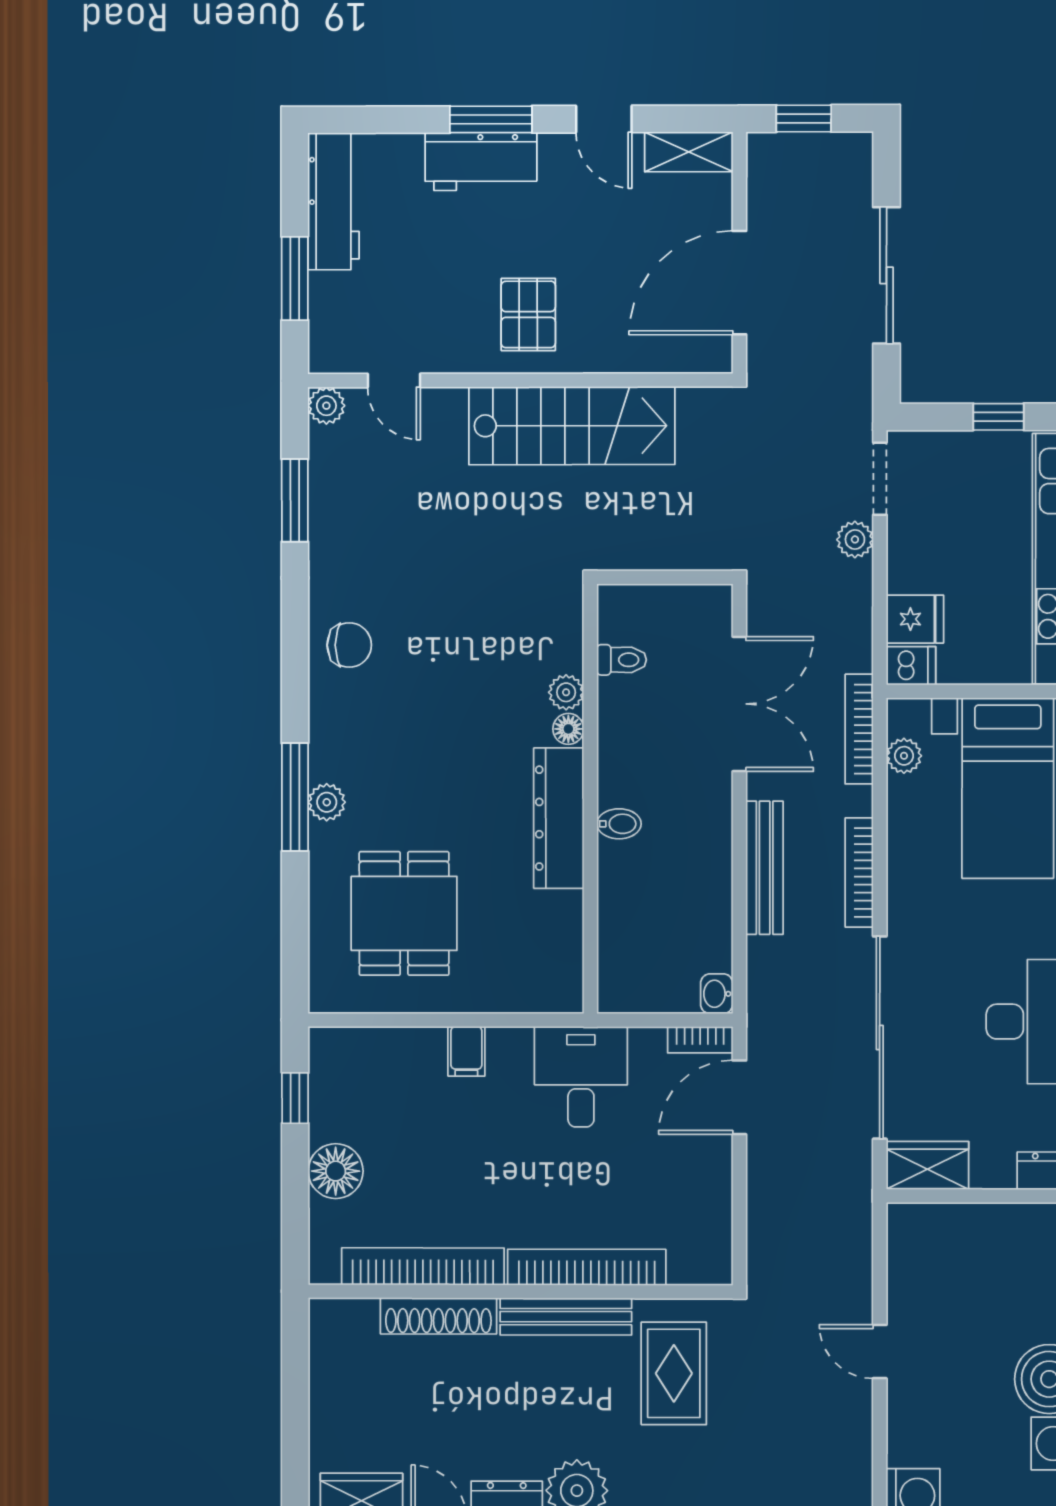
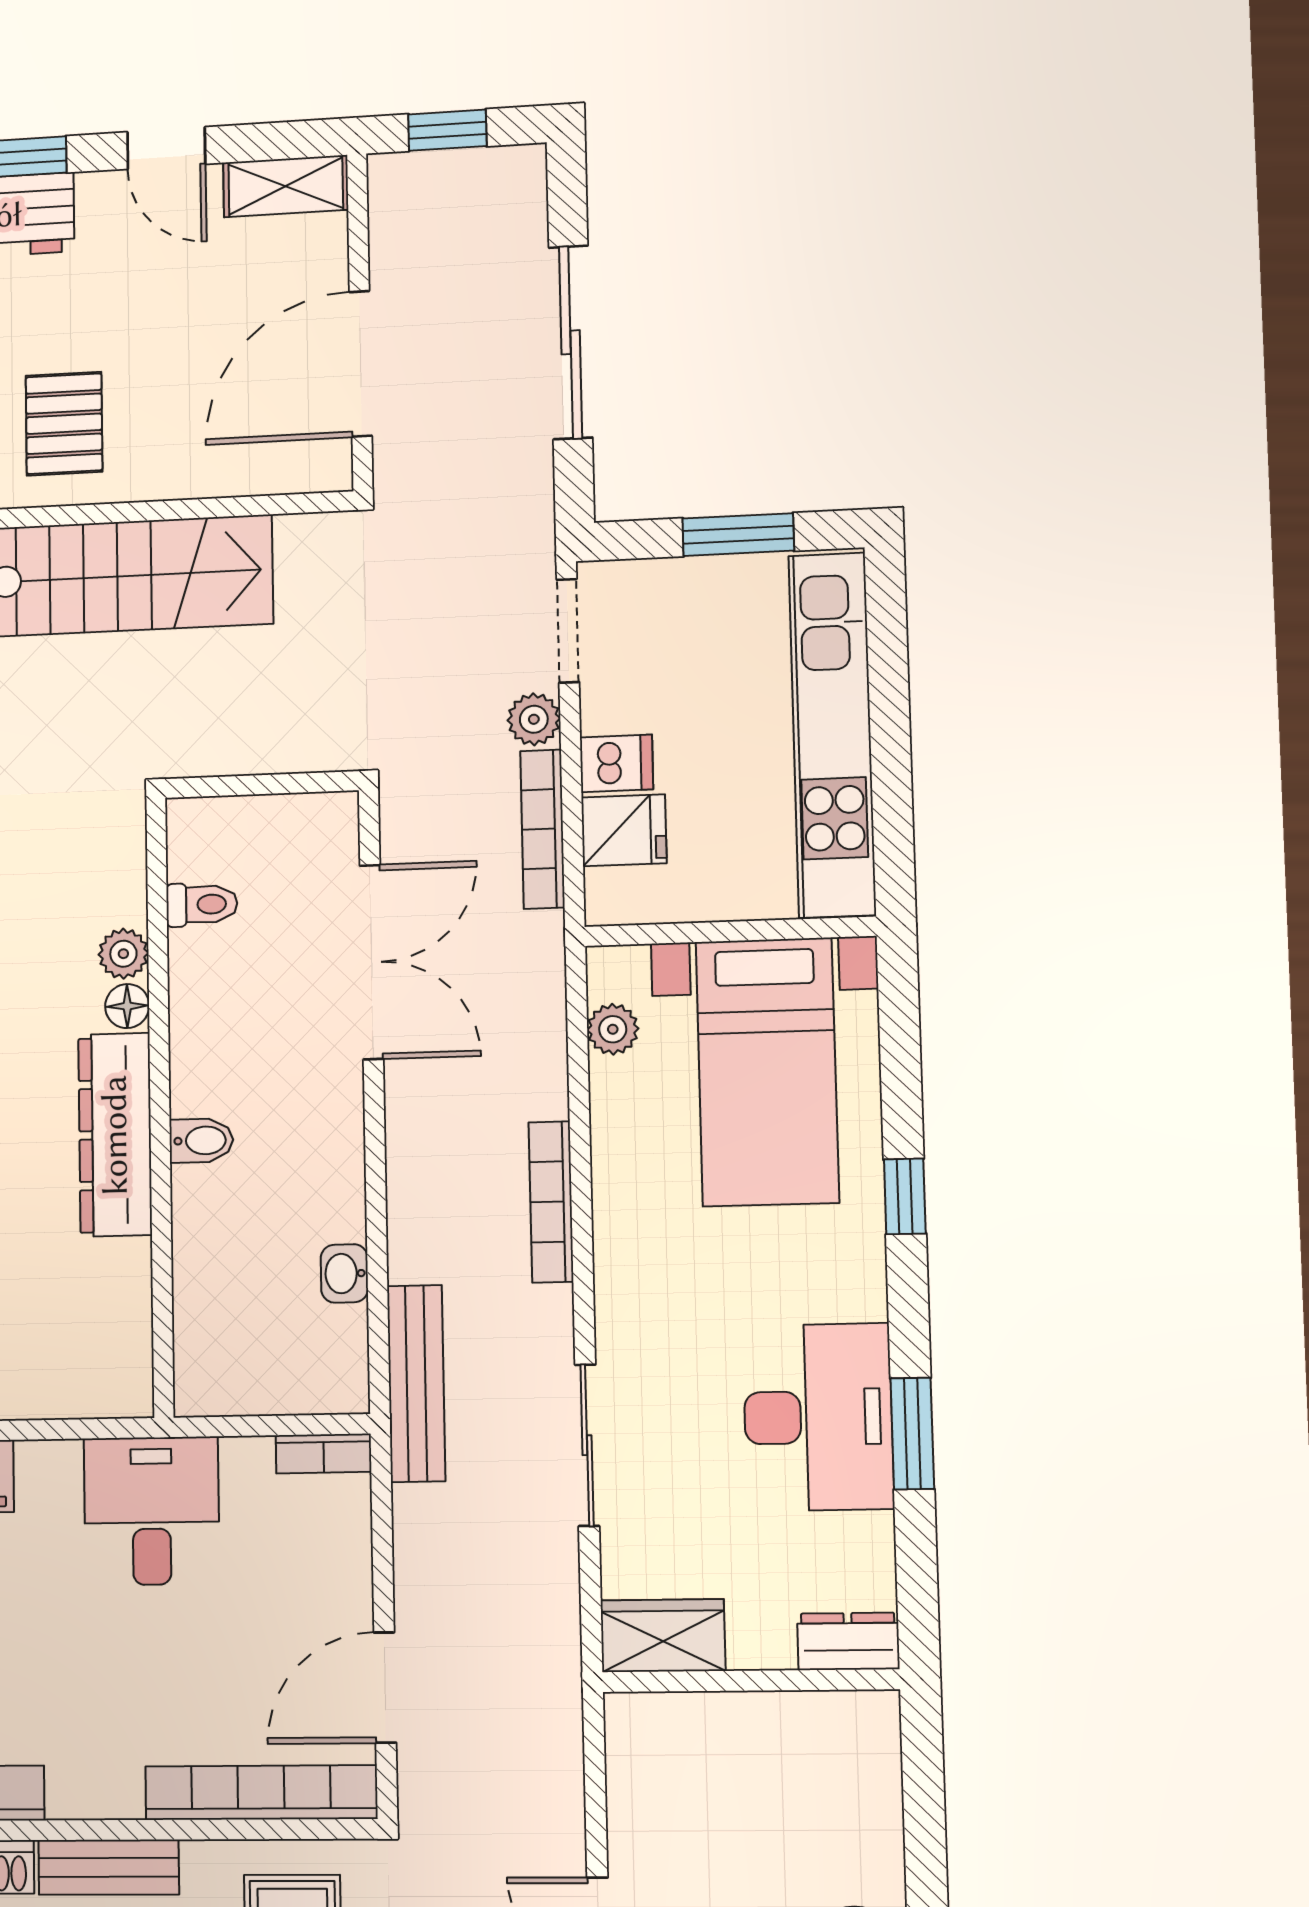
window: (998, 417) -> (738, 535), width x1.50
dishwasher: (911, 666) -> (617, 763), moved
bookcase: (859, 729) -> (543, 829), moved
bench: (765, 868) -> (416, 1383), moved
washbasin: (717, 994) -> (344, 1273), moved
sliding door: (880, 1038) -> (587, 1445), width x0.54
door: (739, 1097) -> (385, 1688), moved
bookcase: (587, 1267) -> (261, 1793), moved
bench: (566, 1317) -> (109, 1867), width x0.73

